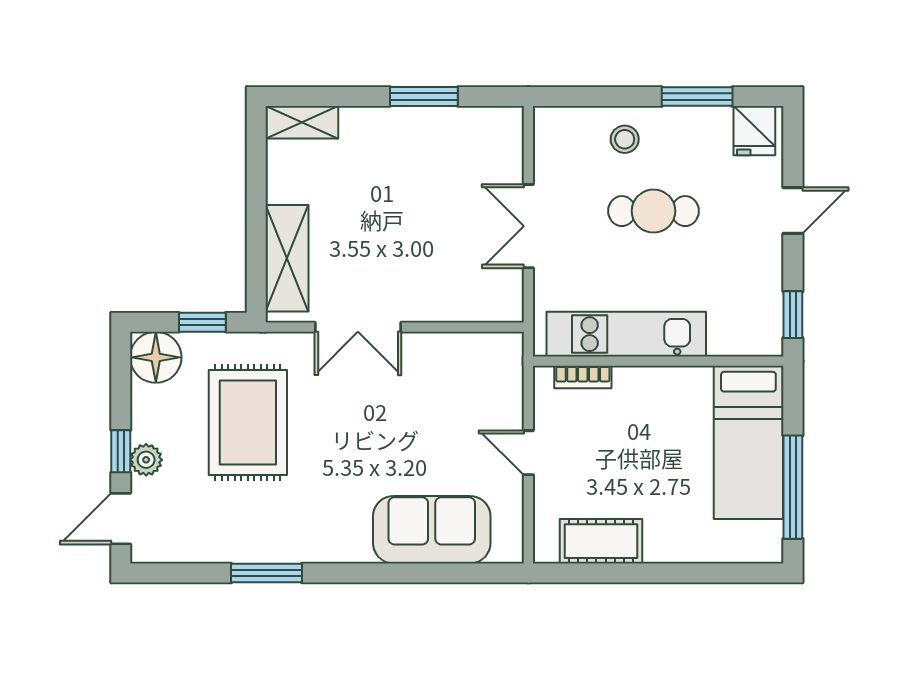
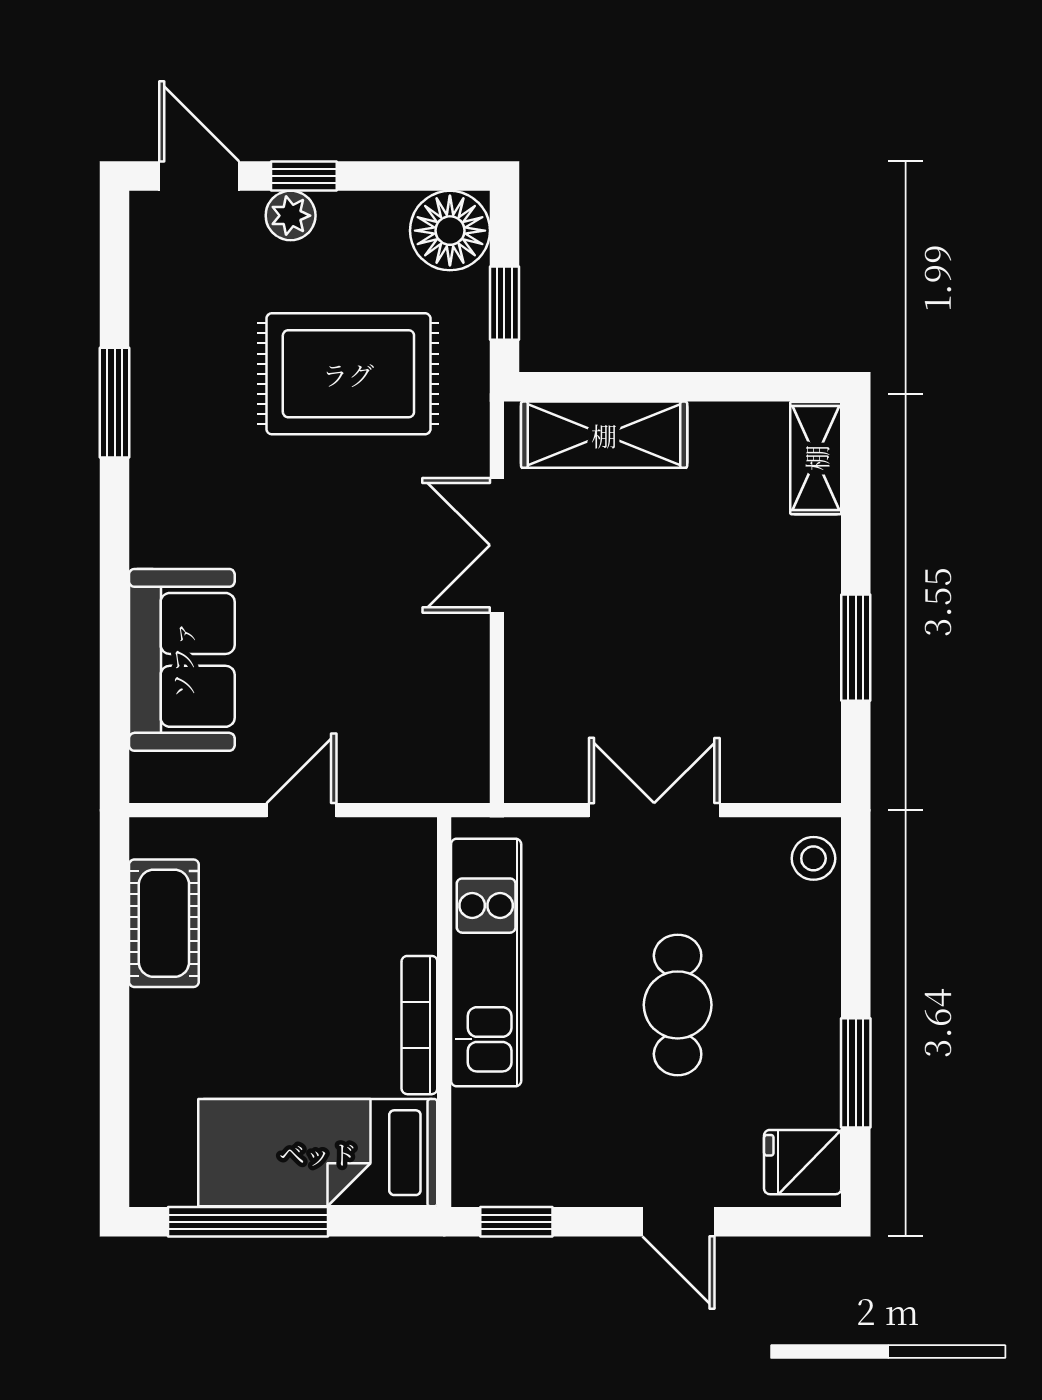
stool: (625, 139) -> (813, 858), moved
bookcase: (583, 377) -> (419, 1025), moved, width x1.56

